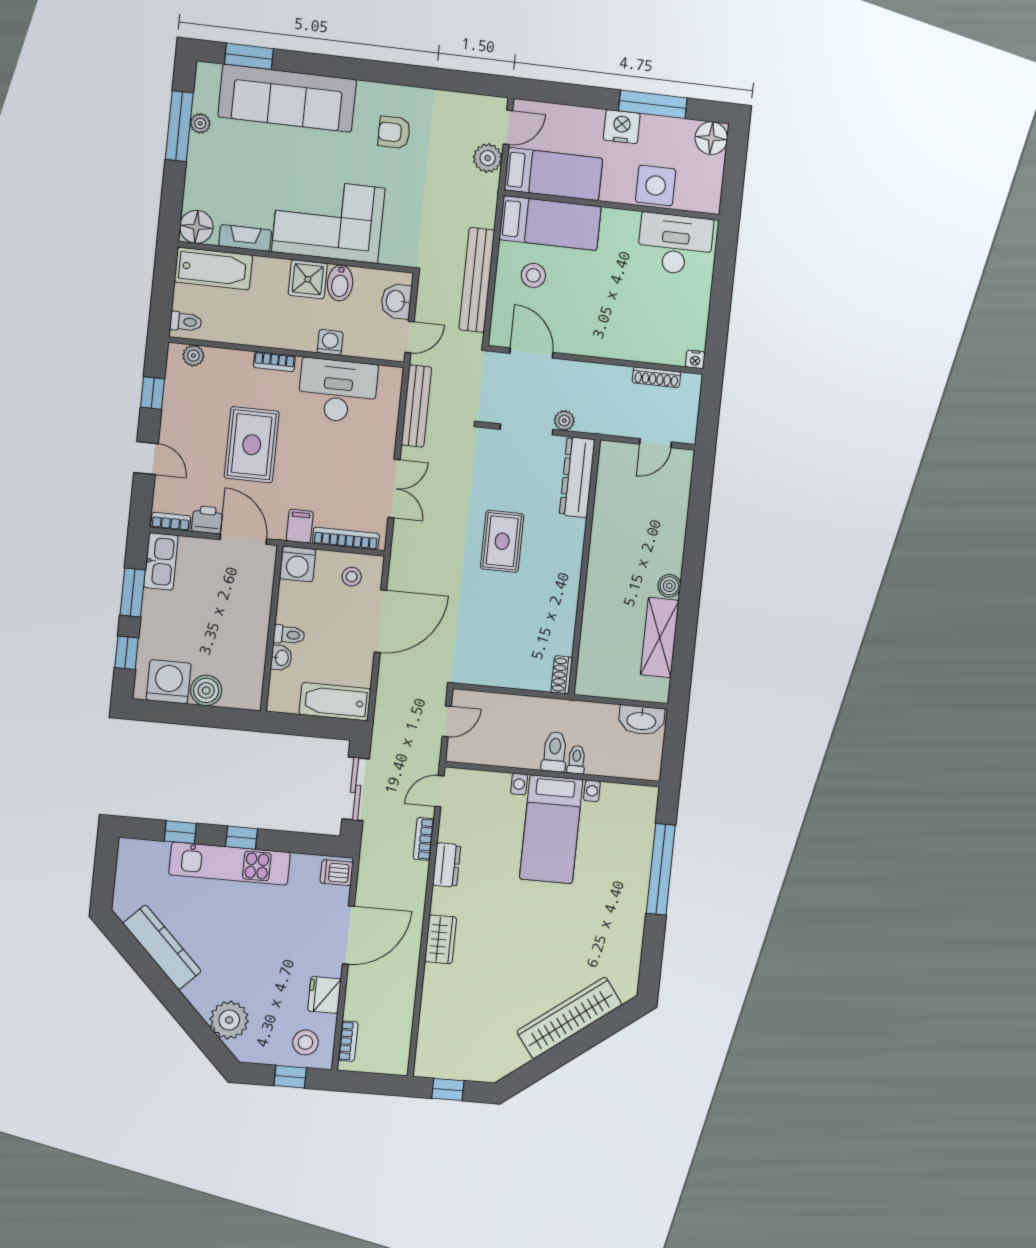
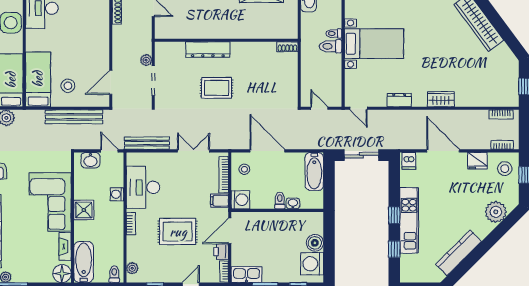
bidet: (340, 283) -> (84, 192), removed
dresser: (577, 477) -> (208, 50), moved
bookcase: (424, 839) -> (501, 114), moved

